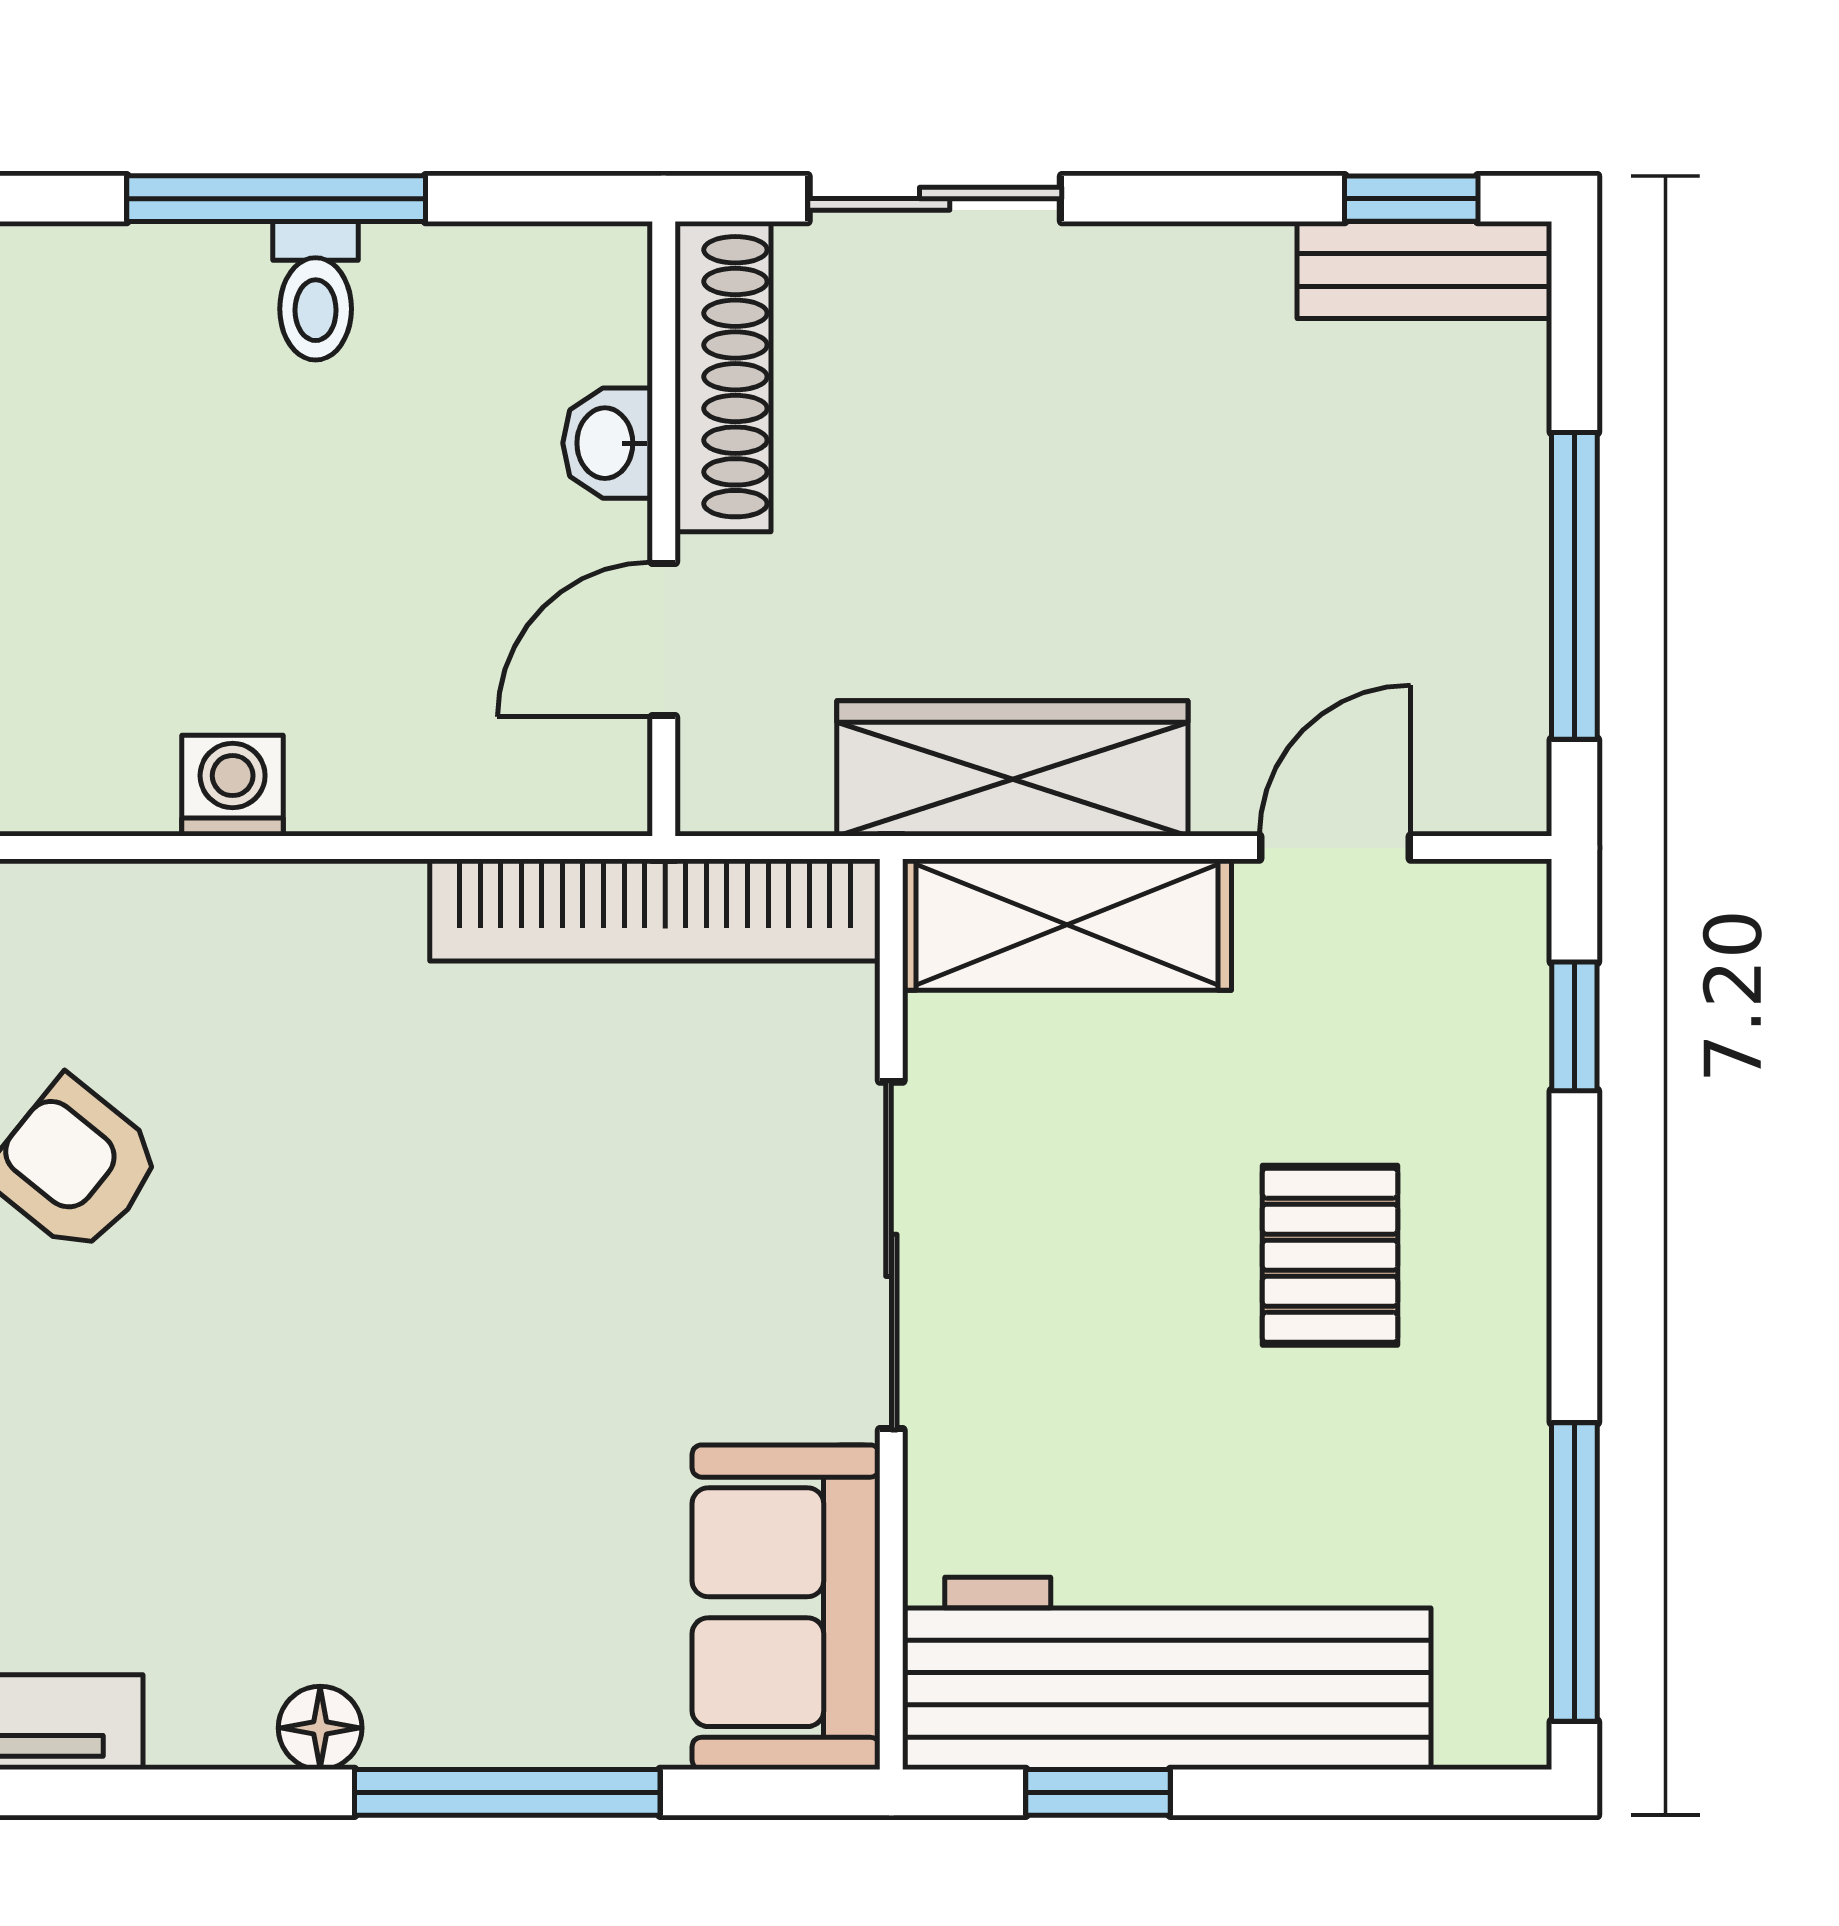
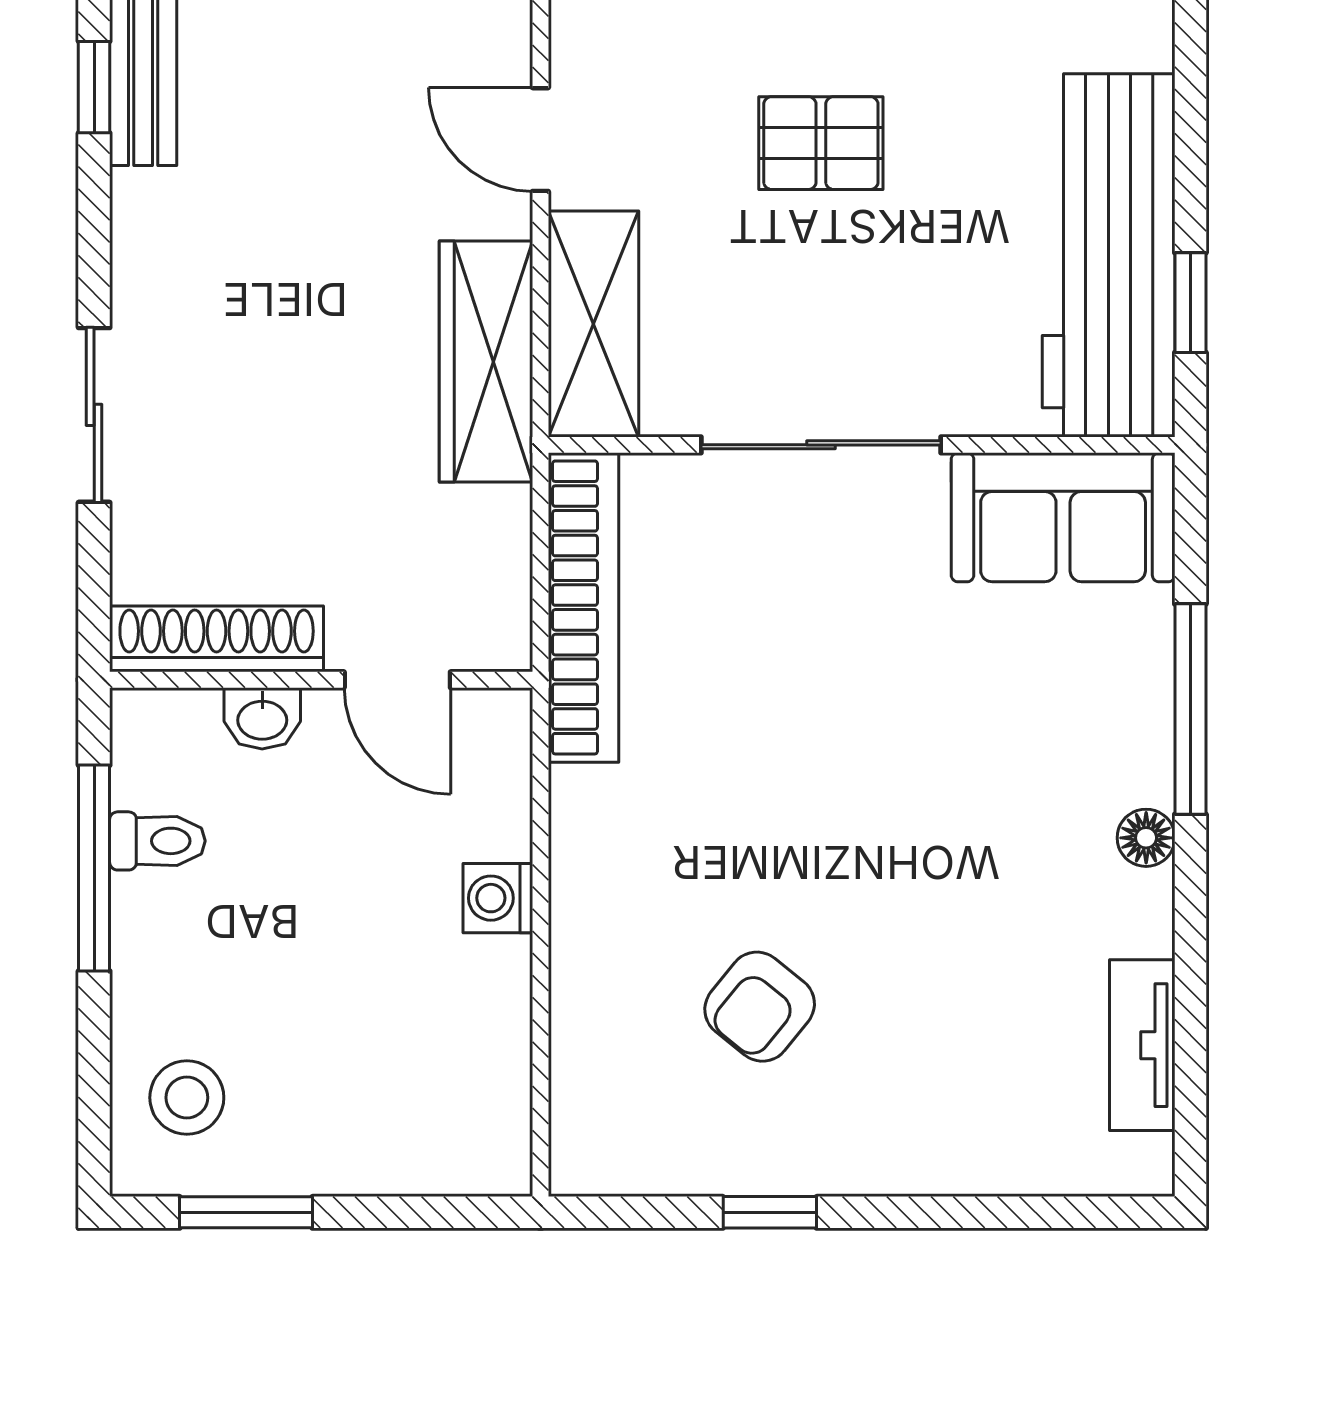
shoe rack: (723, 377) -> (217, 639), moved
washbasin: (608, 443) -> (262, 718), moved
wall: (664, 529) -> (321, 680), moved
door: (664, 640) -> (397, 680), moved

